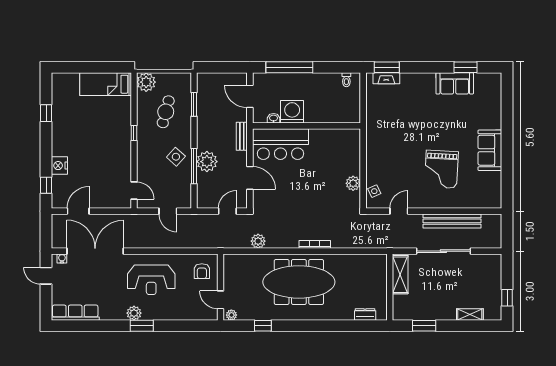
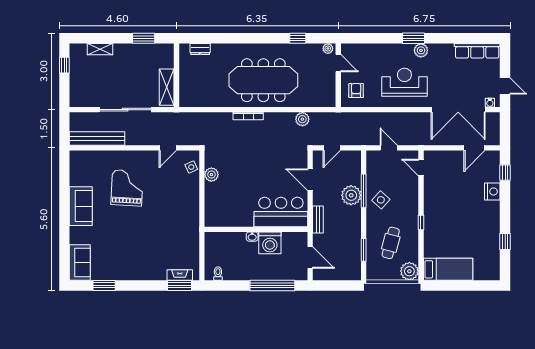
sofa: (455, 83) -> (80, 262), moved, turned 90
washbasin: (274, 118) -> (252, 237), moved
bench: (452, 221) -> (97, 138), moved

